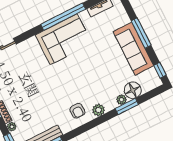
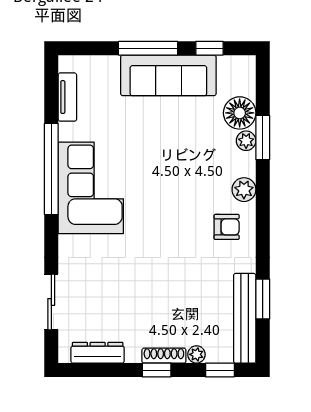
window: (160, 70) -> (209, 48), moved

